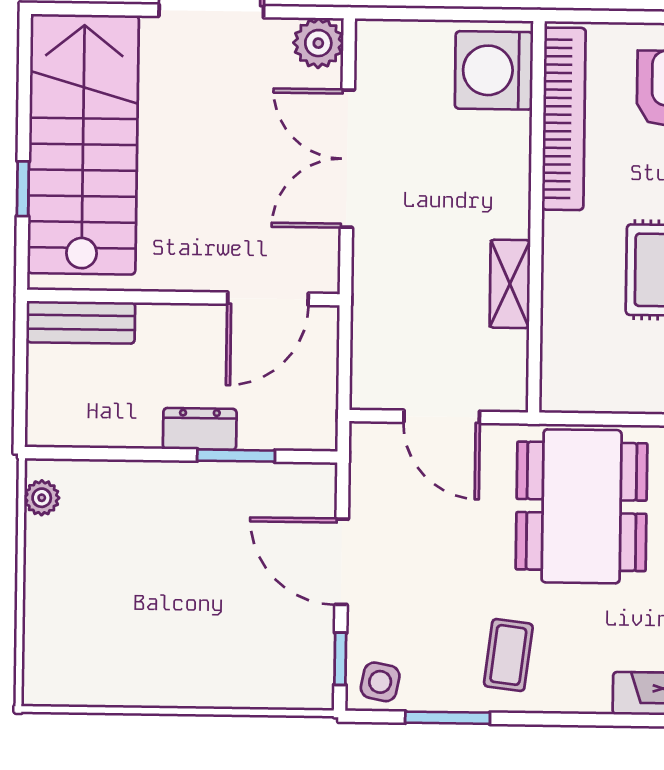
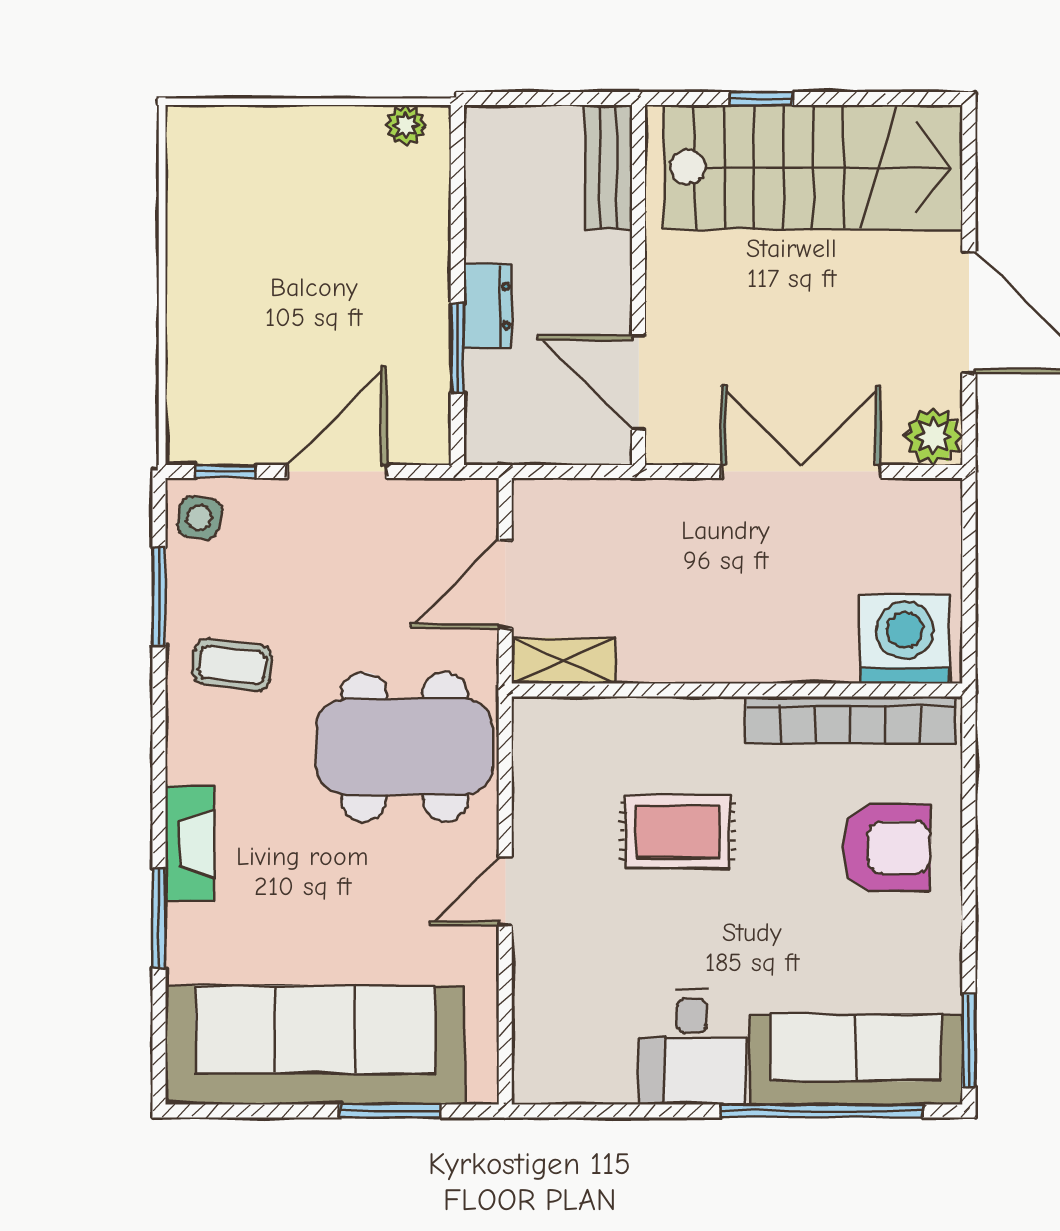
shelving: (510, 284) -> (565, 661), moved

